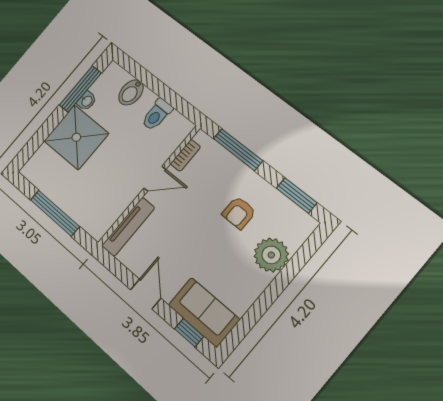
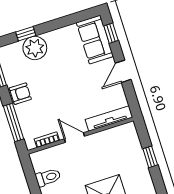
window: (55, 213) -> (150, 157), width x0.46
armchair: (239, 213) -> (20, 94), moved
window: (294, 266) -> (26, 34), added

